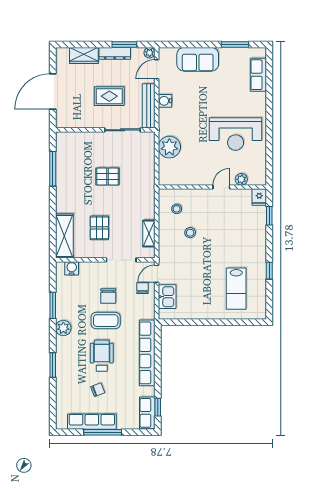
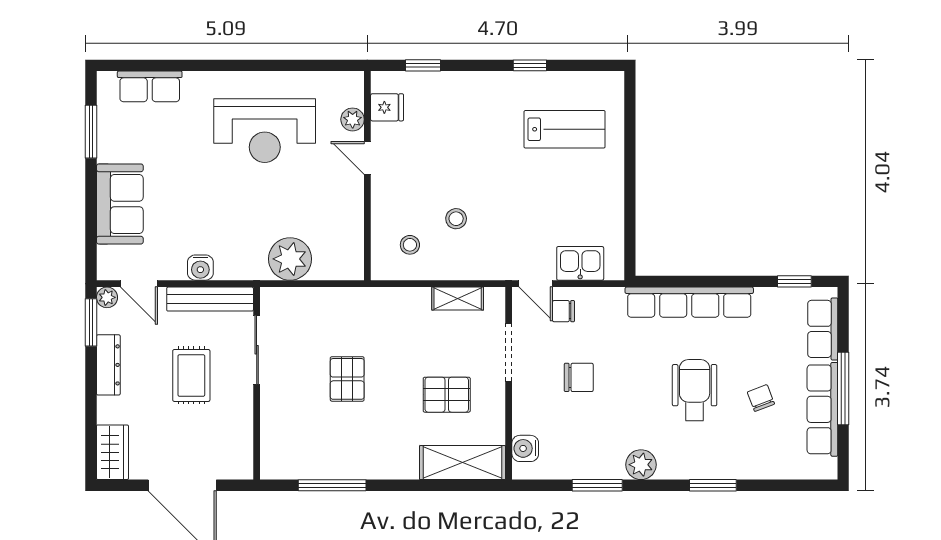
window: (124, 44) -> (91, 322), moved
wardrobe: (84, 56) -> (112, 452), moved
reception desk: (236, 134) -> (265, 131), turned 90
fridge: (259, 197) -> (387, 107), moved
coffee table: (106, 321) -> (626, 382), removed
wheelchair: (102, 356) -> (695, 390), turned 90
row of seats: (147, 413) -> (823, 329), moved, turned 90

